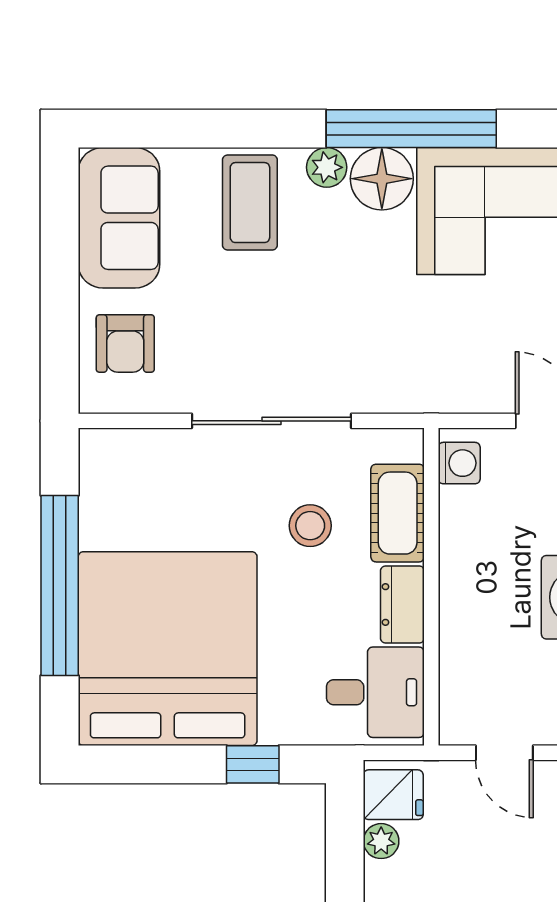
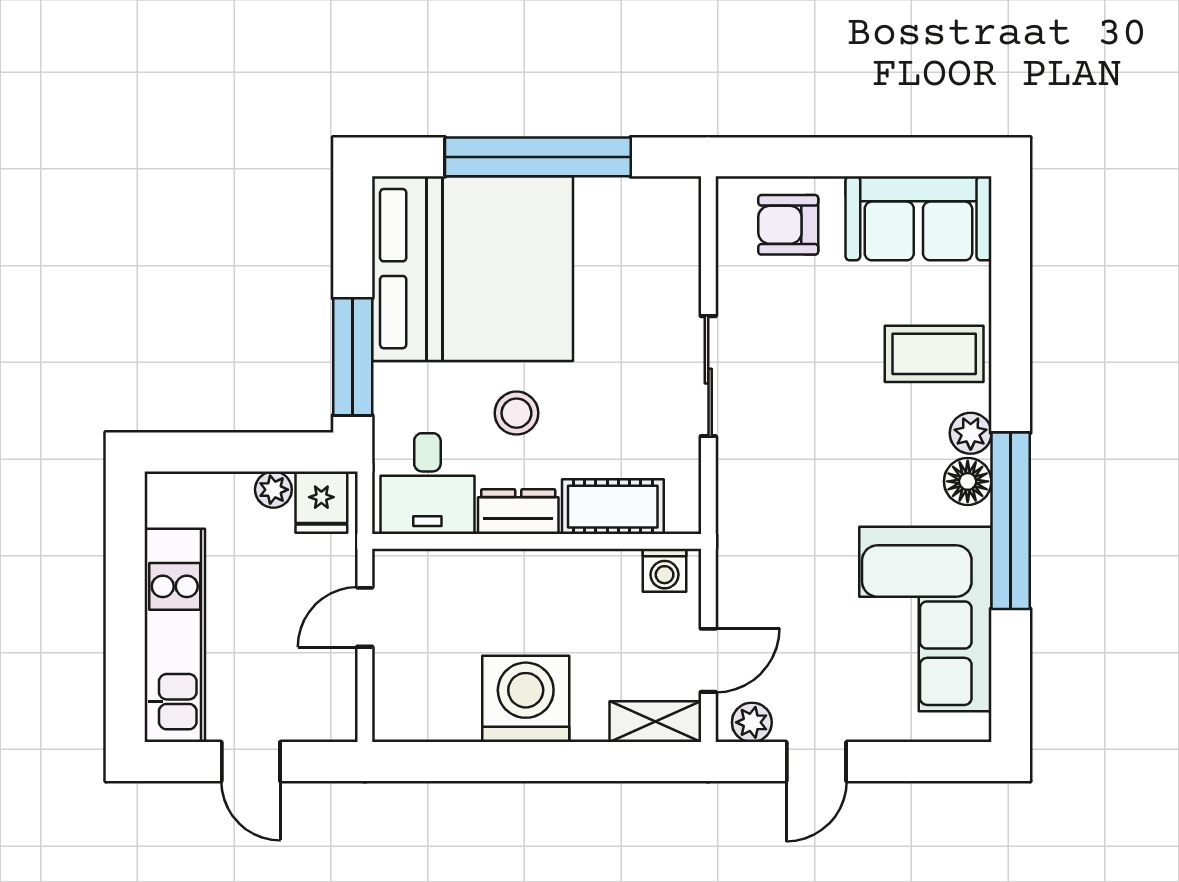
floor lamp: (382, 179) -> (968, 481), width x0.73, depth x0.73
sliding door: (271, 421) -> (708, 376), width x0.73
stool: (310, 526) -> (516, 413), moved
window: (253, 764) -> (353, 357), width x2.17

